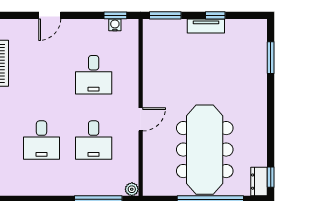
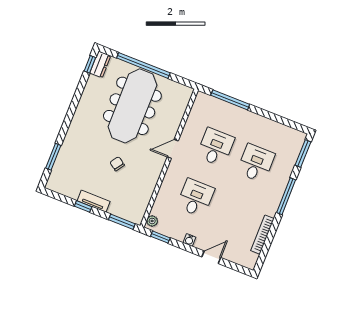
water cooler: (115, 25) -> (189, 240), moved
chair: (196, 78) -> (117, 164), added
plant: (132, 189) -> (152, 221), moved

